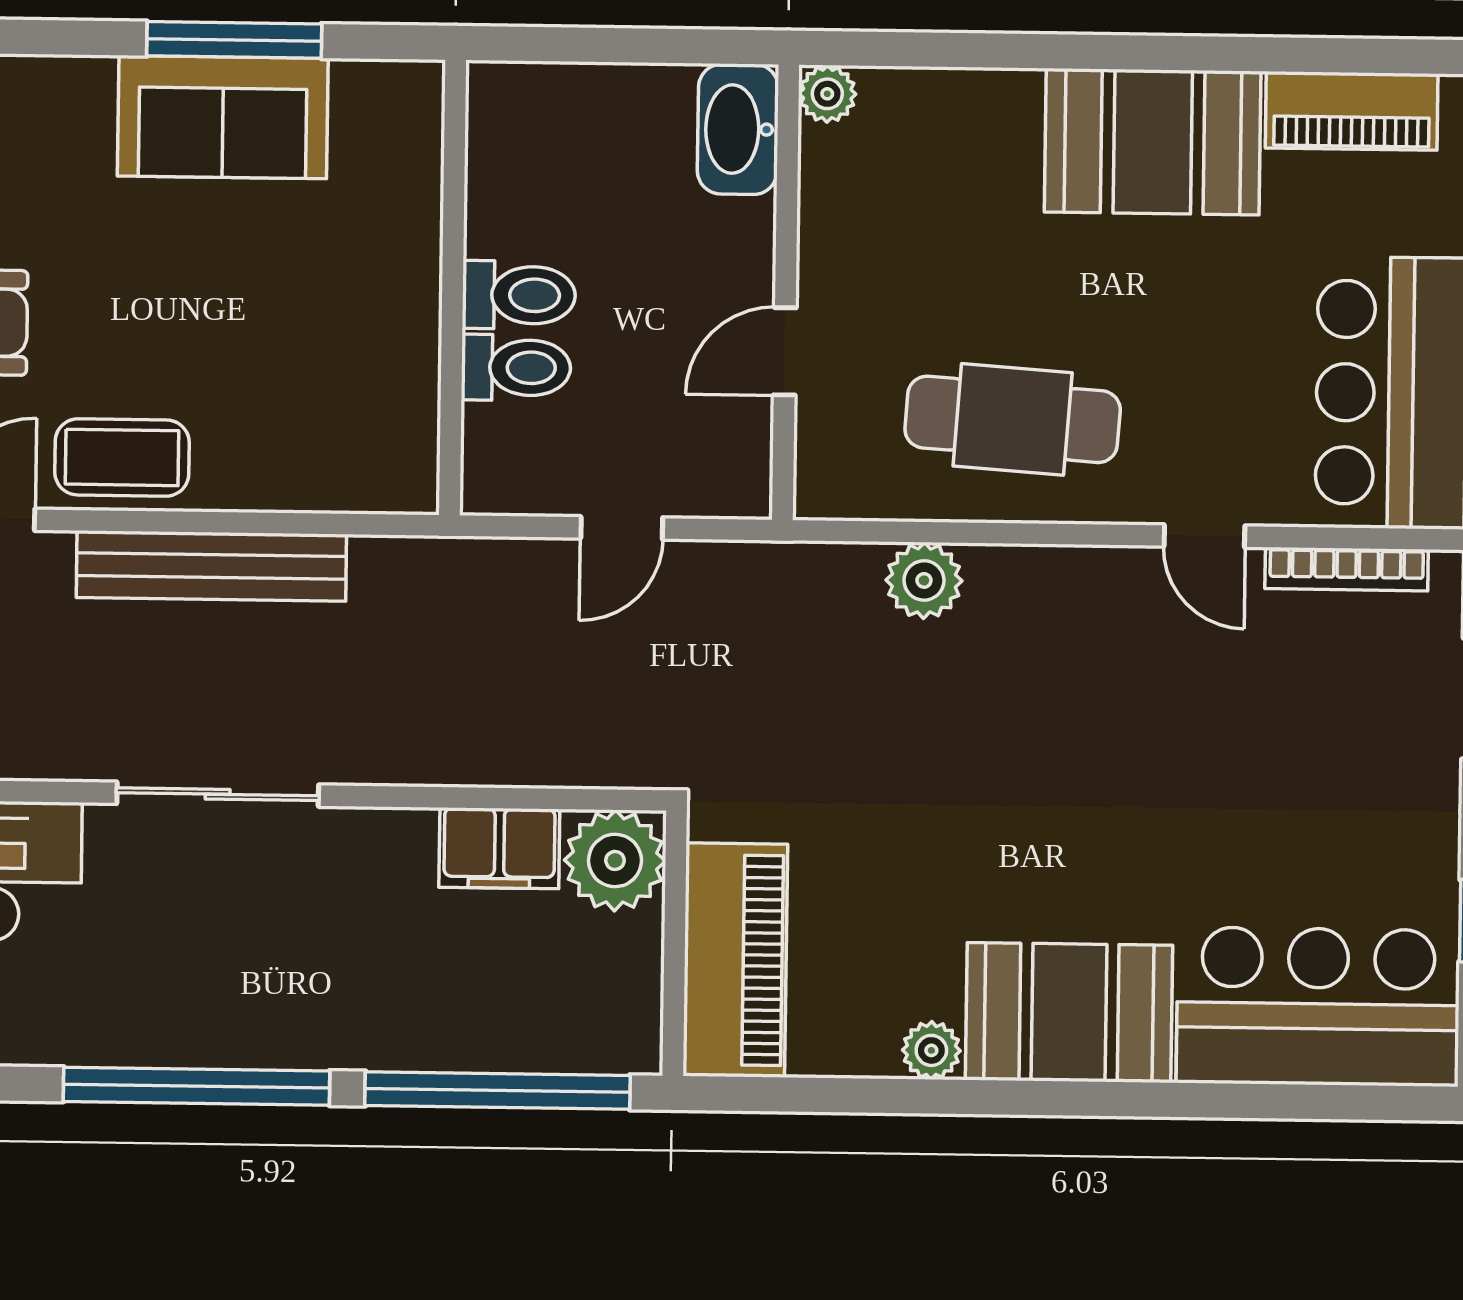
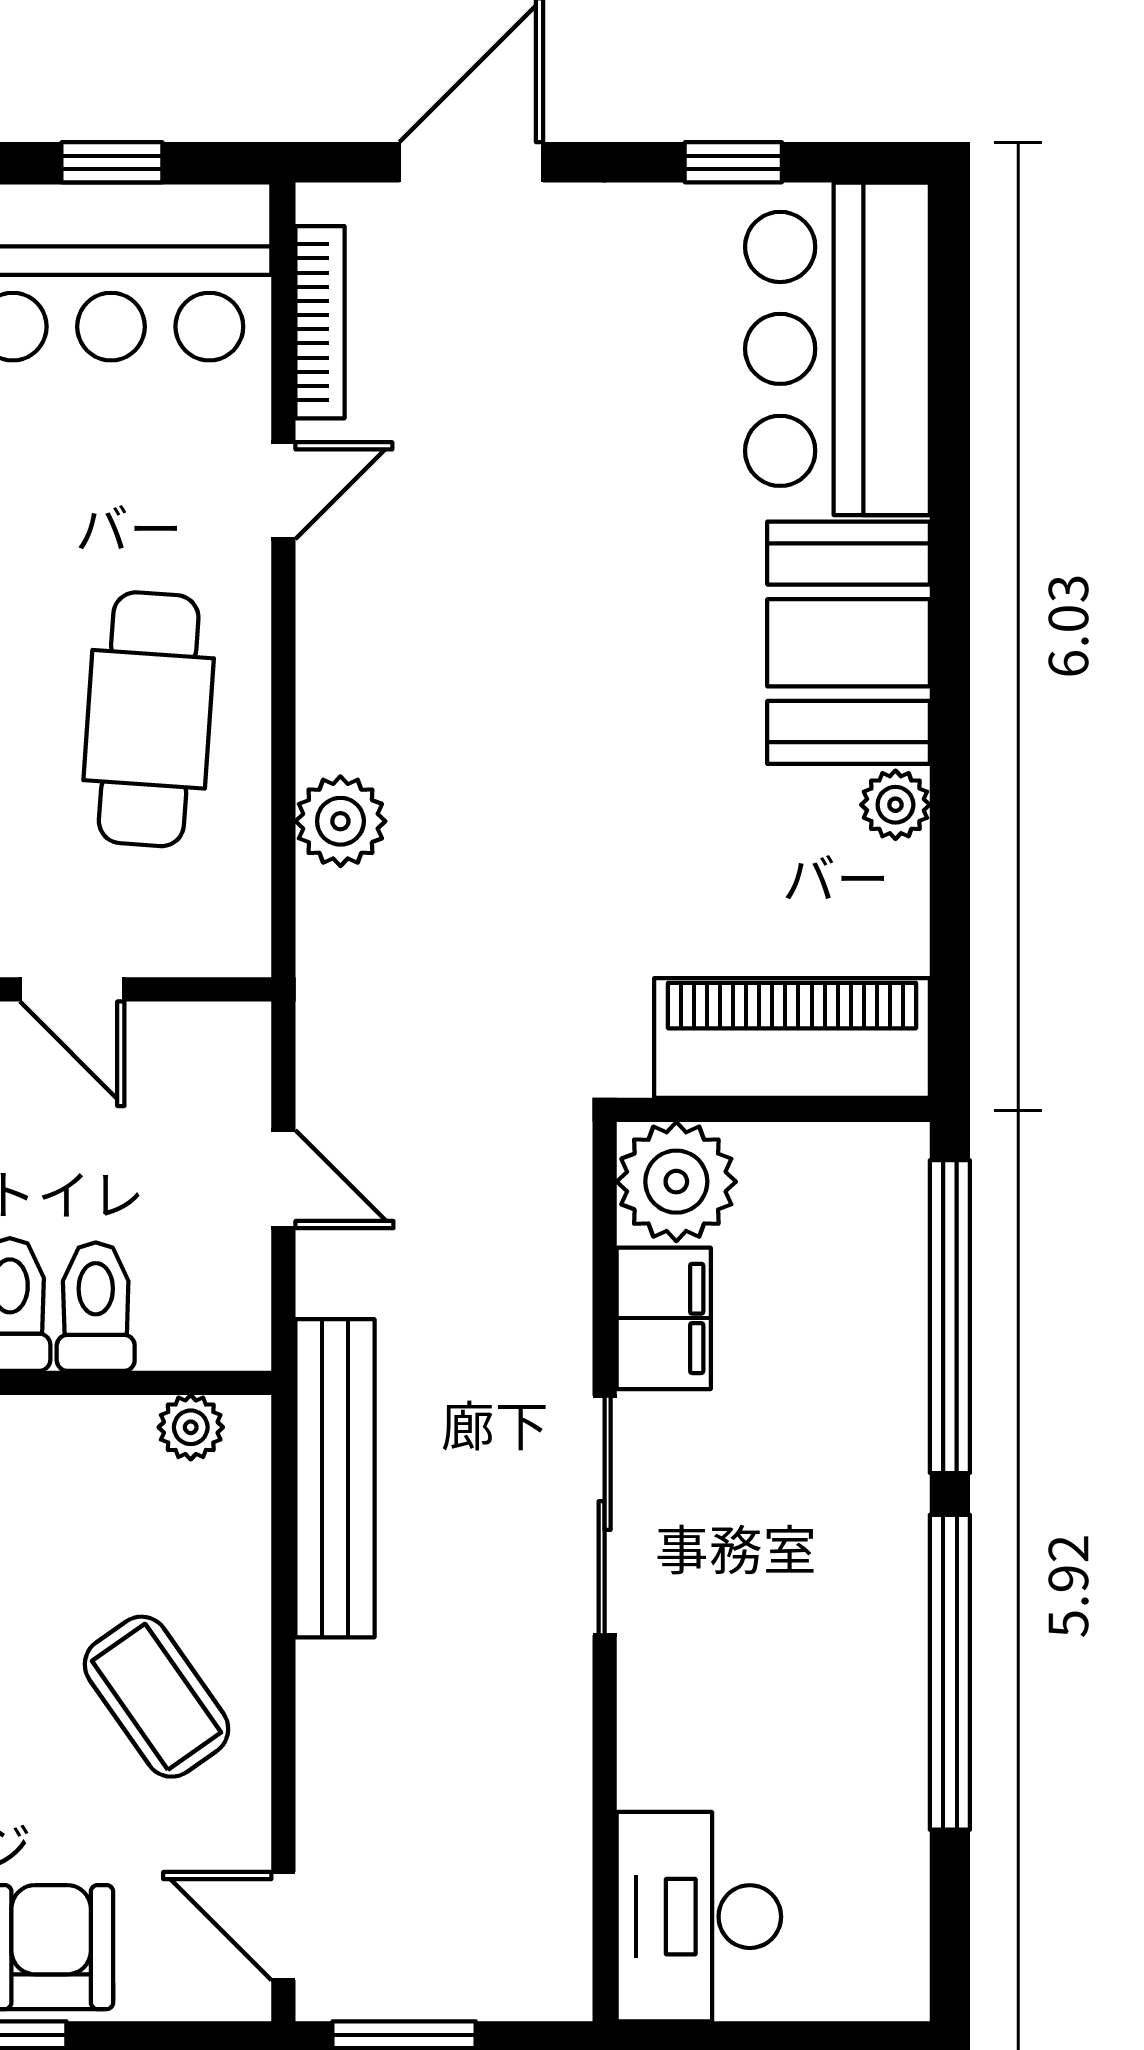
plant: (413, 447) -> (191, 1427), added
coffee table: (122, 457) -> (156, 1697), moved, turned -35
bench: (211, 566) -> (335, 1478), moved
sliding door: (218, 794) -> (605, 1516), moved

